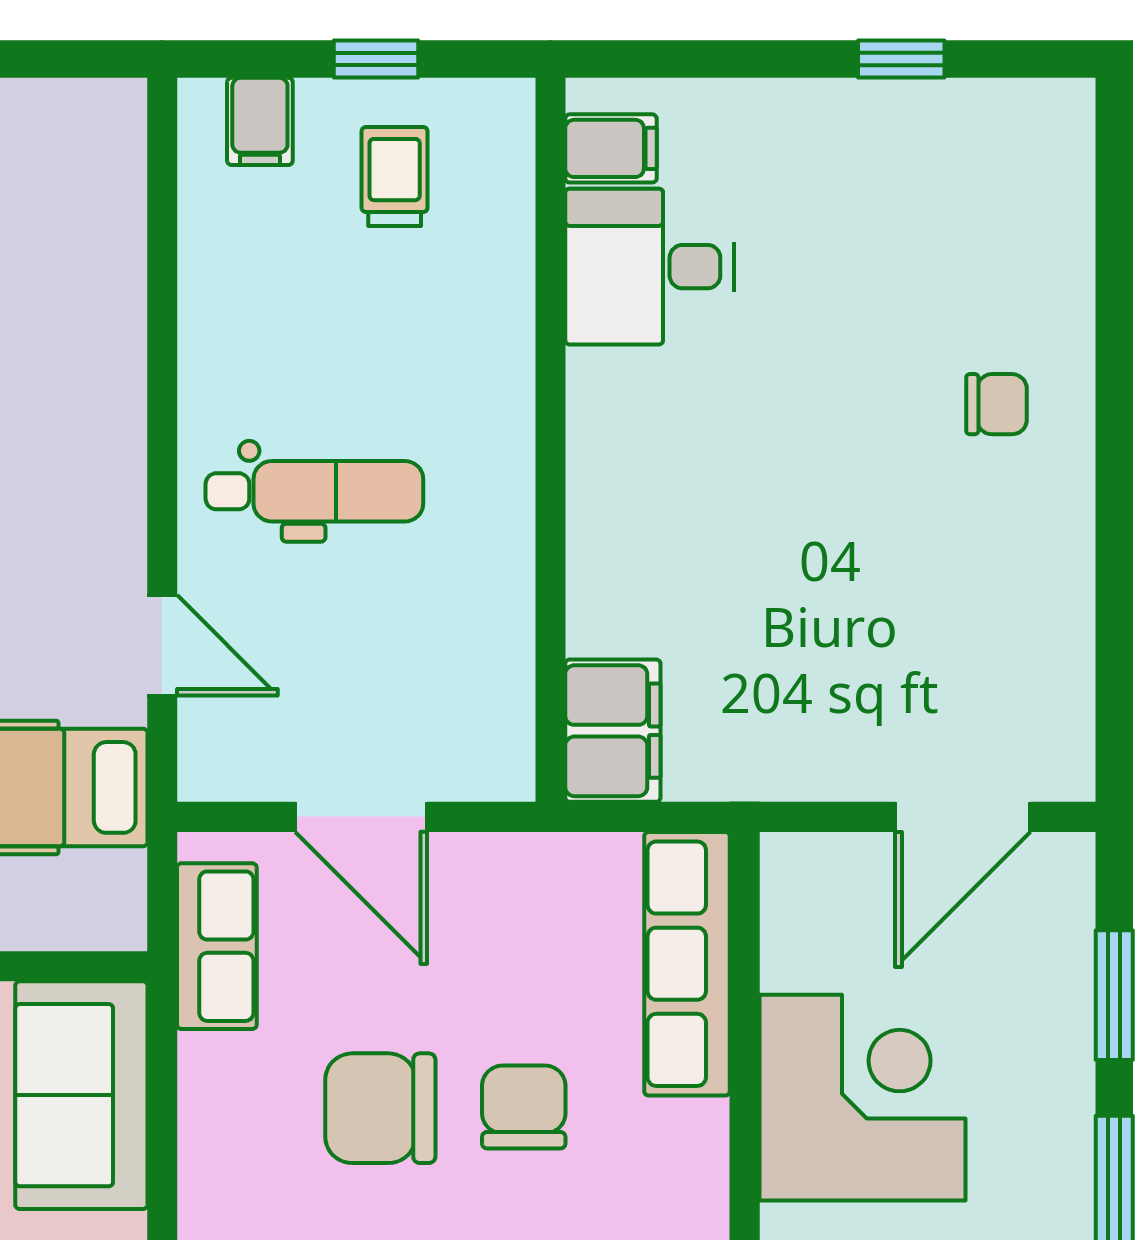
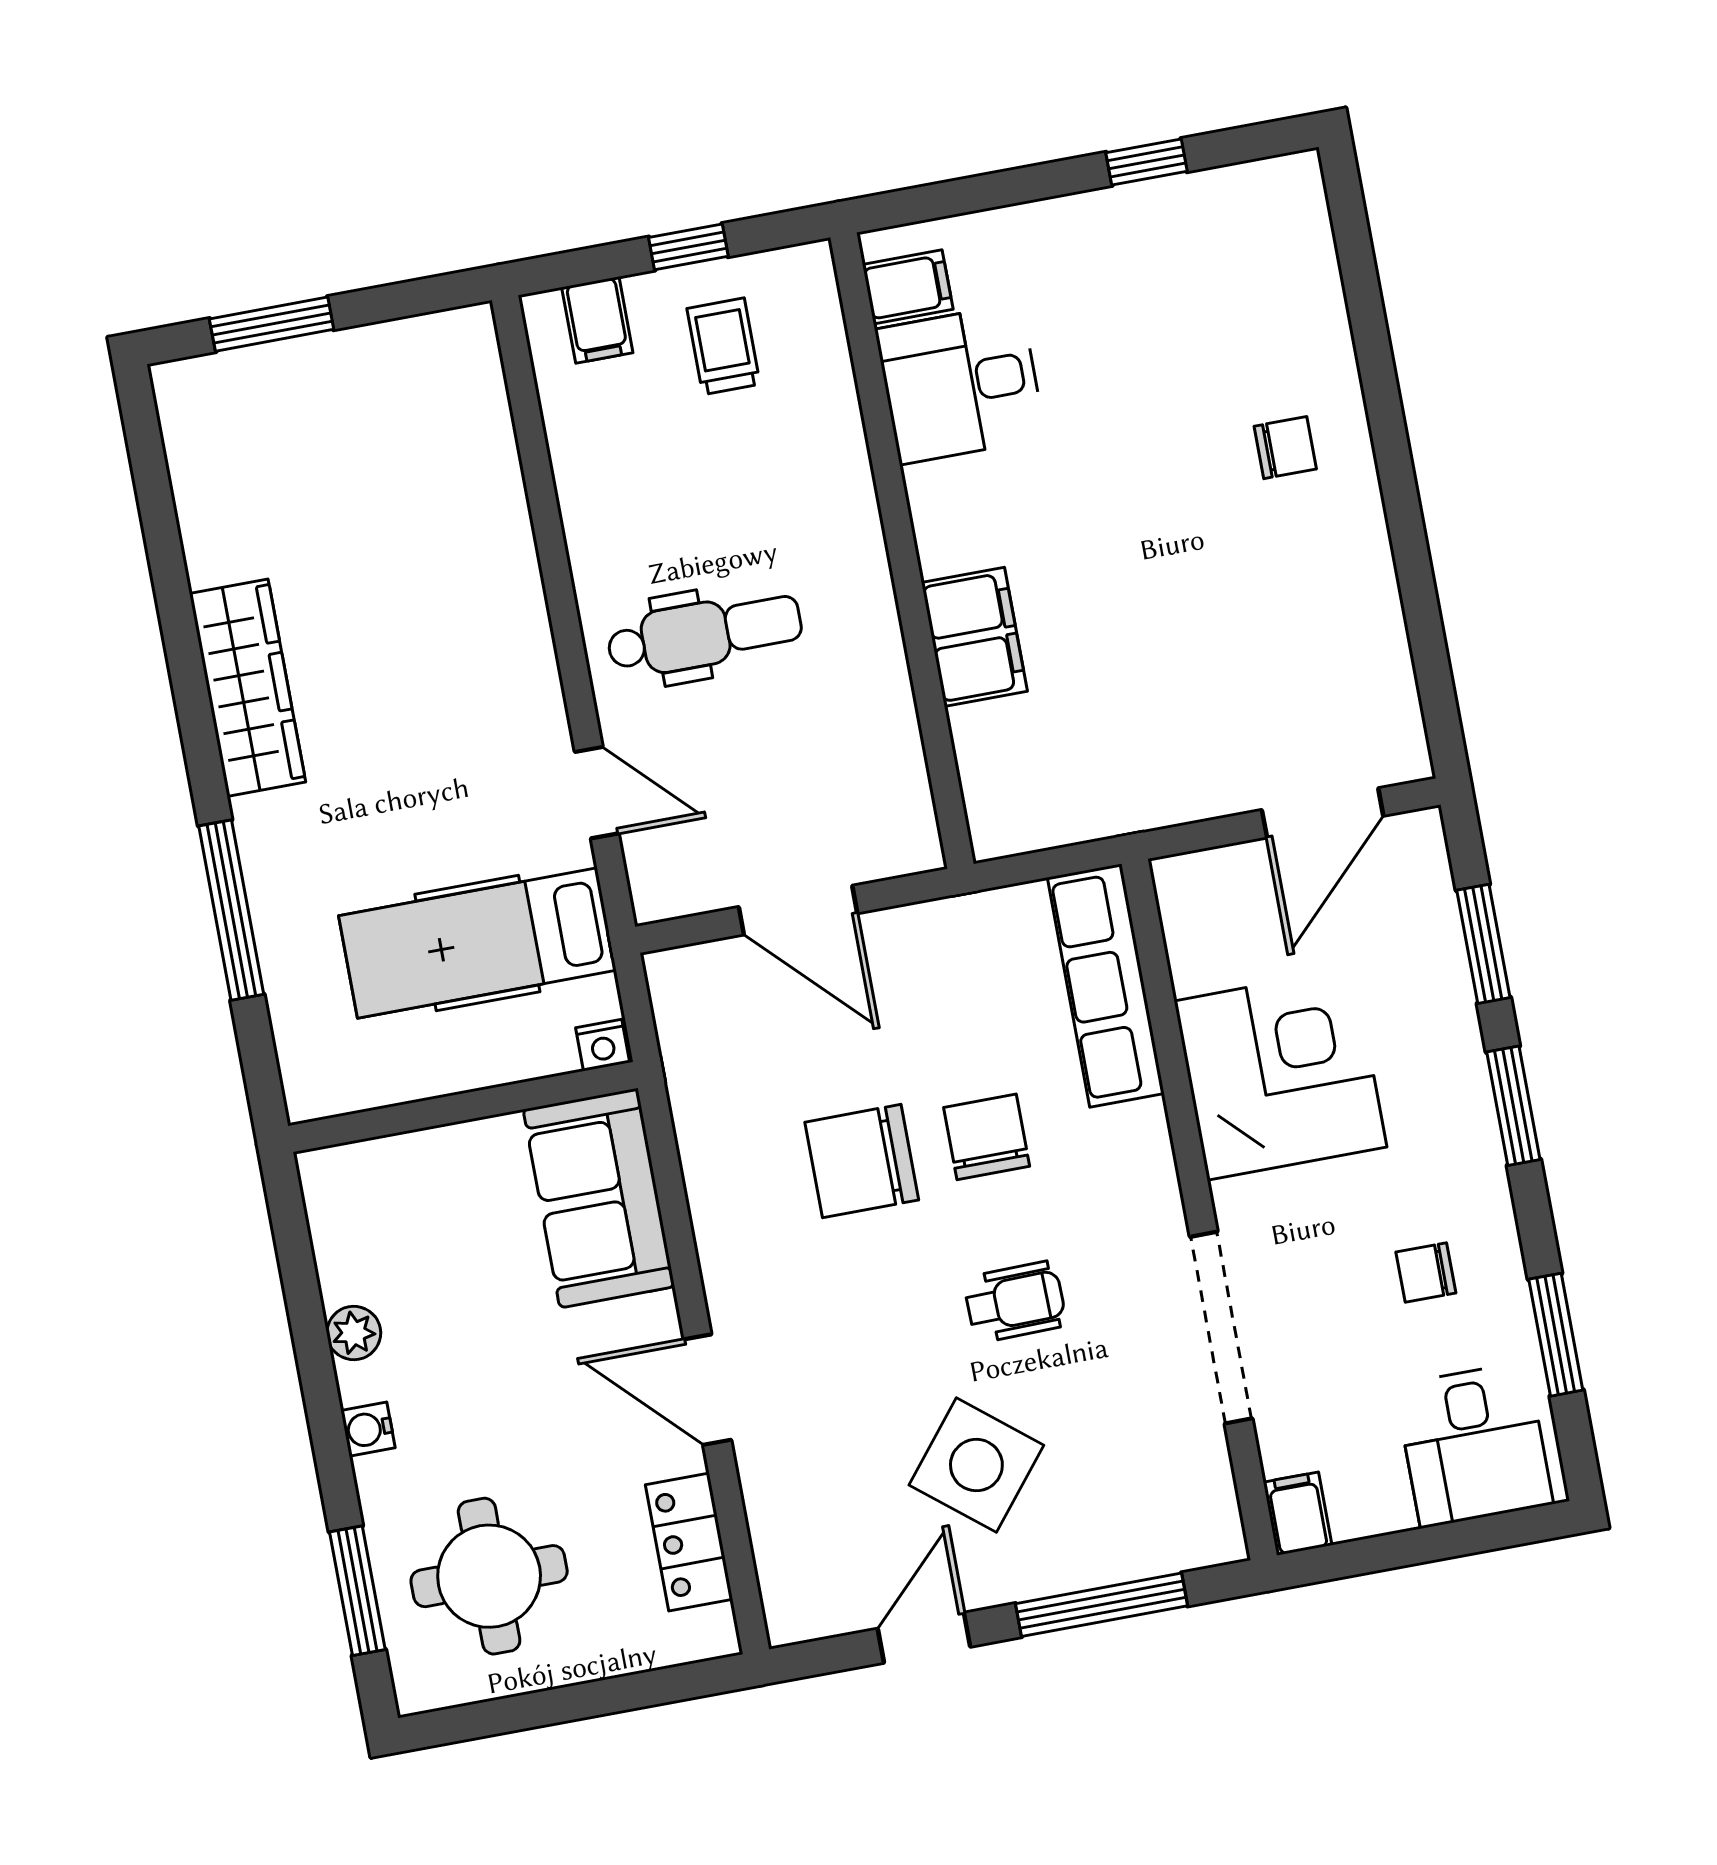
filing cabinet: (613, 731) -> (974, 637), moved
nightstand: (117, 926) -> (603, 1045), added
row of seats: (217, 946) -> (693, 1046), removed

